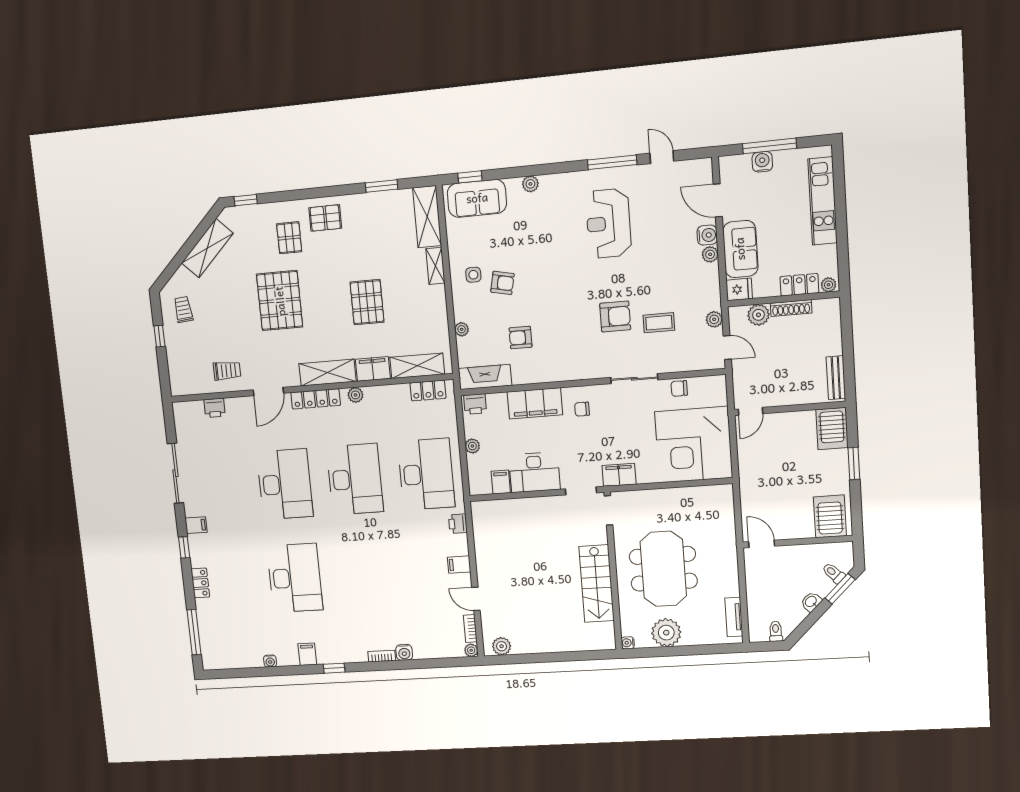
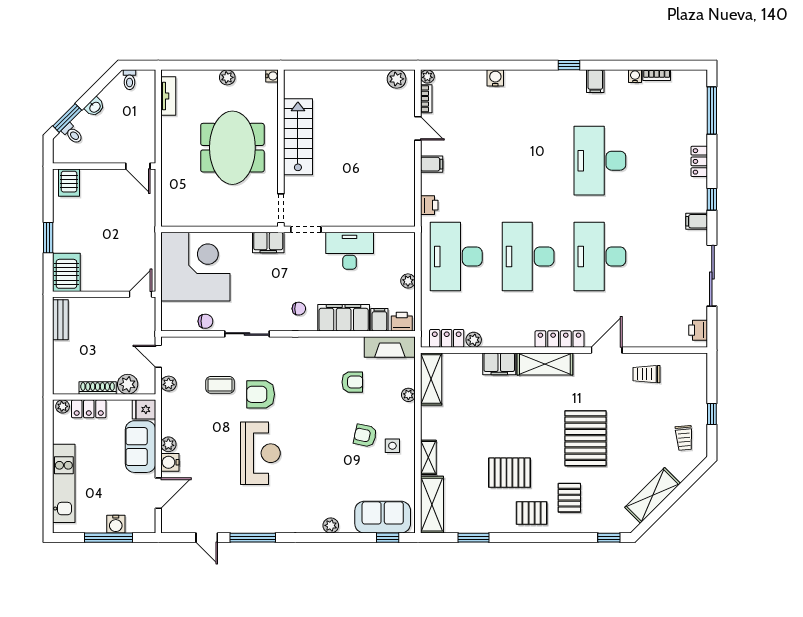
door: (718, 200) -> (158, 493), hinge flipped
reception desk: (608, 223) -> (260, 453), moved
pallet: (367, 302) -> (509, 473), moved, turned 90
shelving: (417, 366) -> (431, 379), moved, turned 90
plant: (355, 395) -> (474, 340), moved
printer: (215, 408) -> (698, 330), moved, turned -90
filing cabinet: (501, 482) -> (379, 320), moved, turned 180
server rack: (830, 516) -> (69, 183), width x0.73, depth x0.70
plant: (666, 633) -> (227, 77), width x0.53, depth x0.53
bookcase: (382, 656) -> (657, 75), moved

